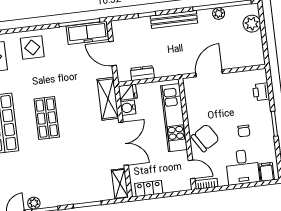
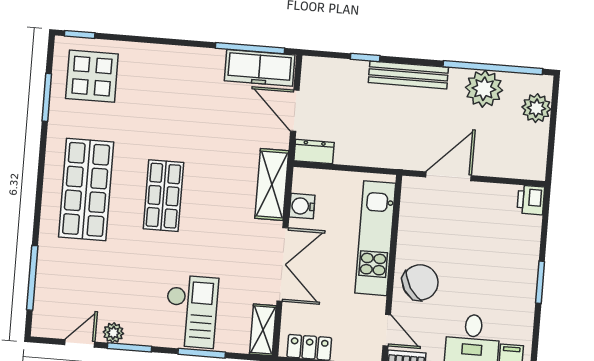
plant: (219, 13) -> (484, 89), width x1.88, depth x1.88
display table: (32, 48) -> (163, 74), removed
dresser: (142, 73) -> (314, 152), moved
fridge: (128, 92) -> (307, 180), removed
printer: (261, 92) -> (531, 200), moved
chair: (244, 131) -> (487, 284), removed
checkout: (76, 182) -> (191, 311), added

